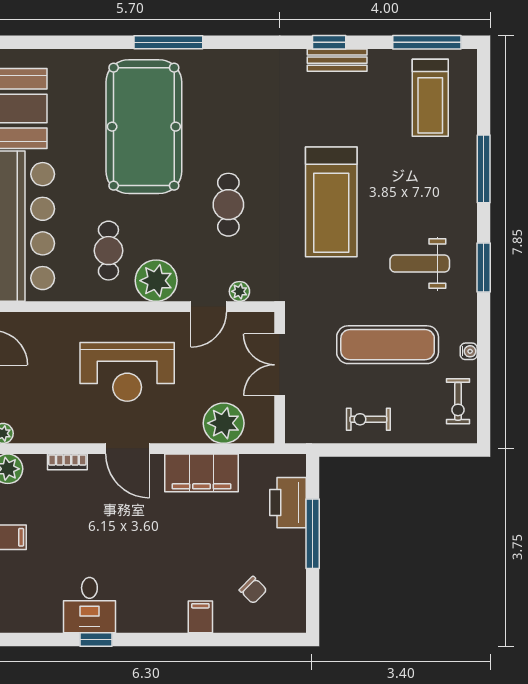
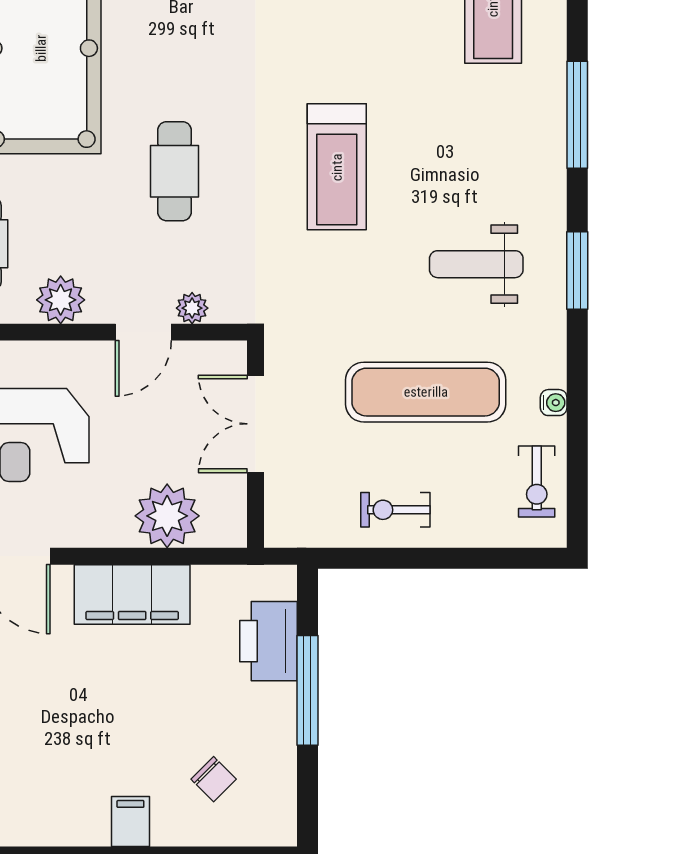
treadmill: (331, 202) -> (337, 167), width x0.73, depth x0.73
plant: (156, 281) -> (61, 300), width x0.73, depth x0.73

